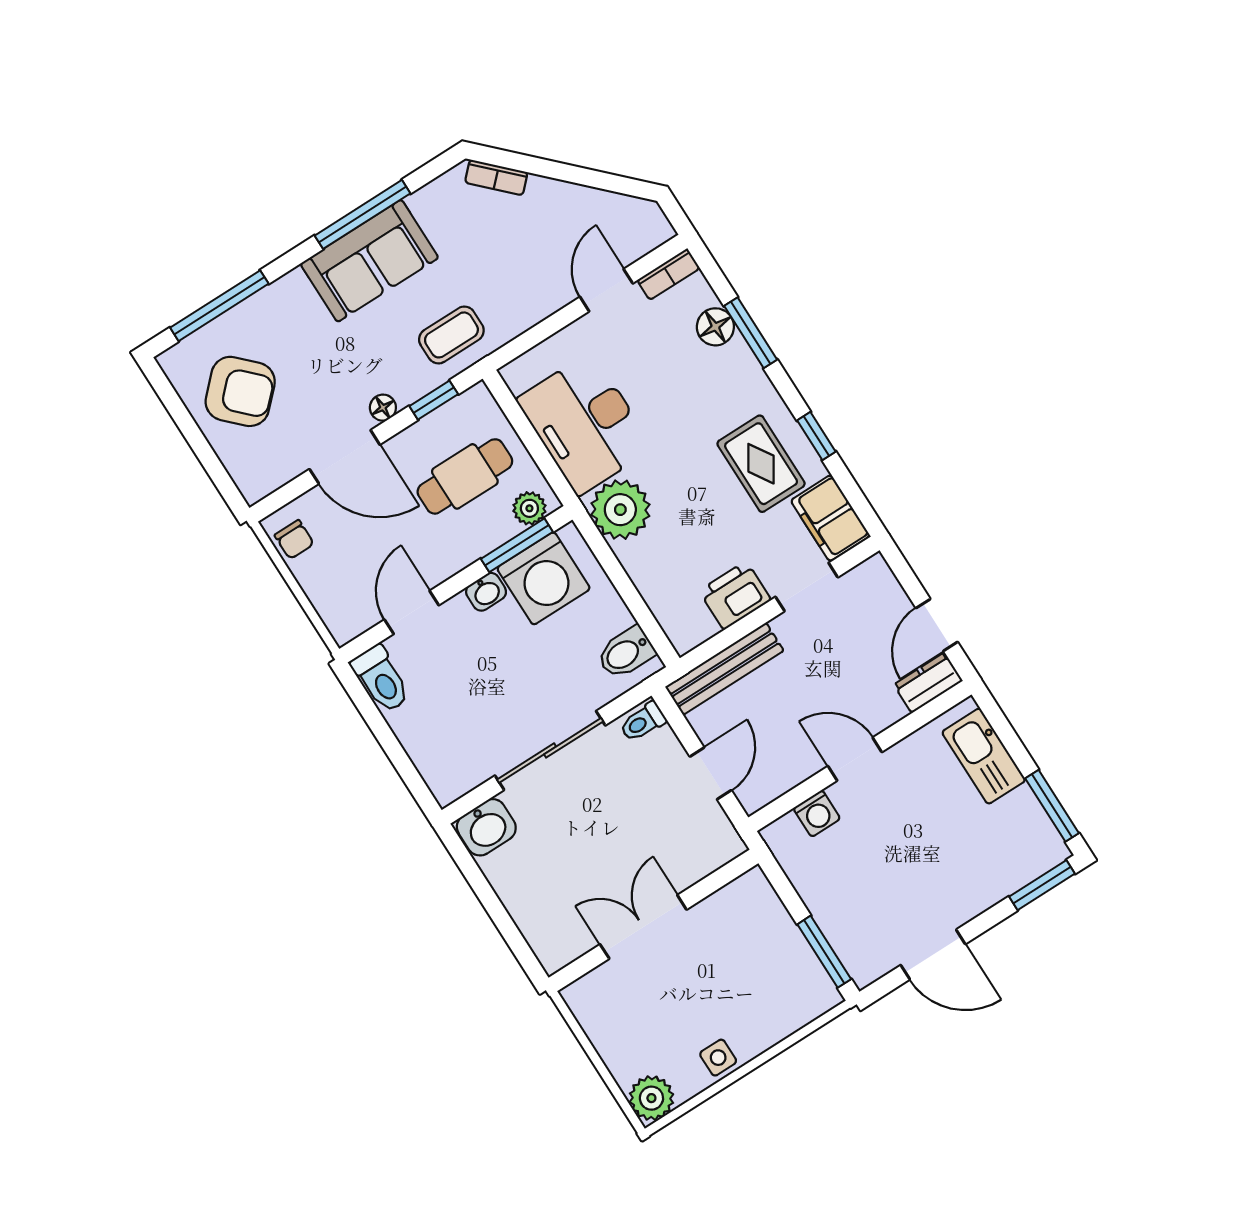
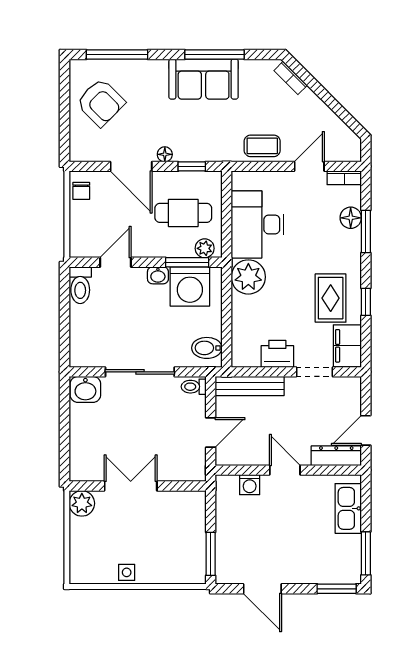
coffee table: (451, 335) -> (262, 146), moved
dresser: (928, 683) -> (336, 456), width x1.44
plant: (651, 1098) -> (82, 503), moved

